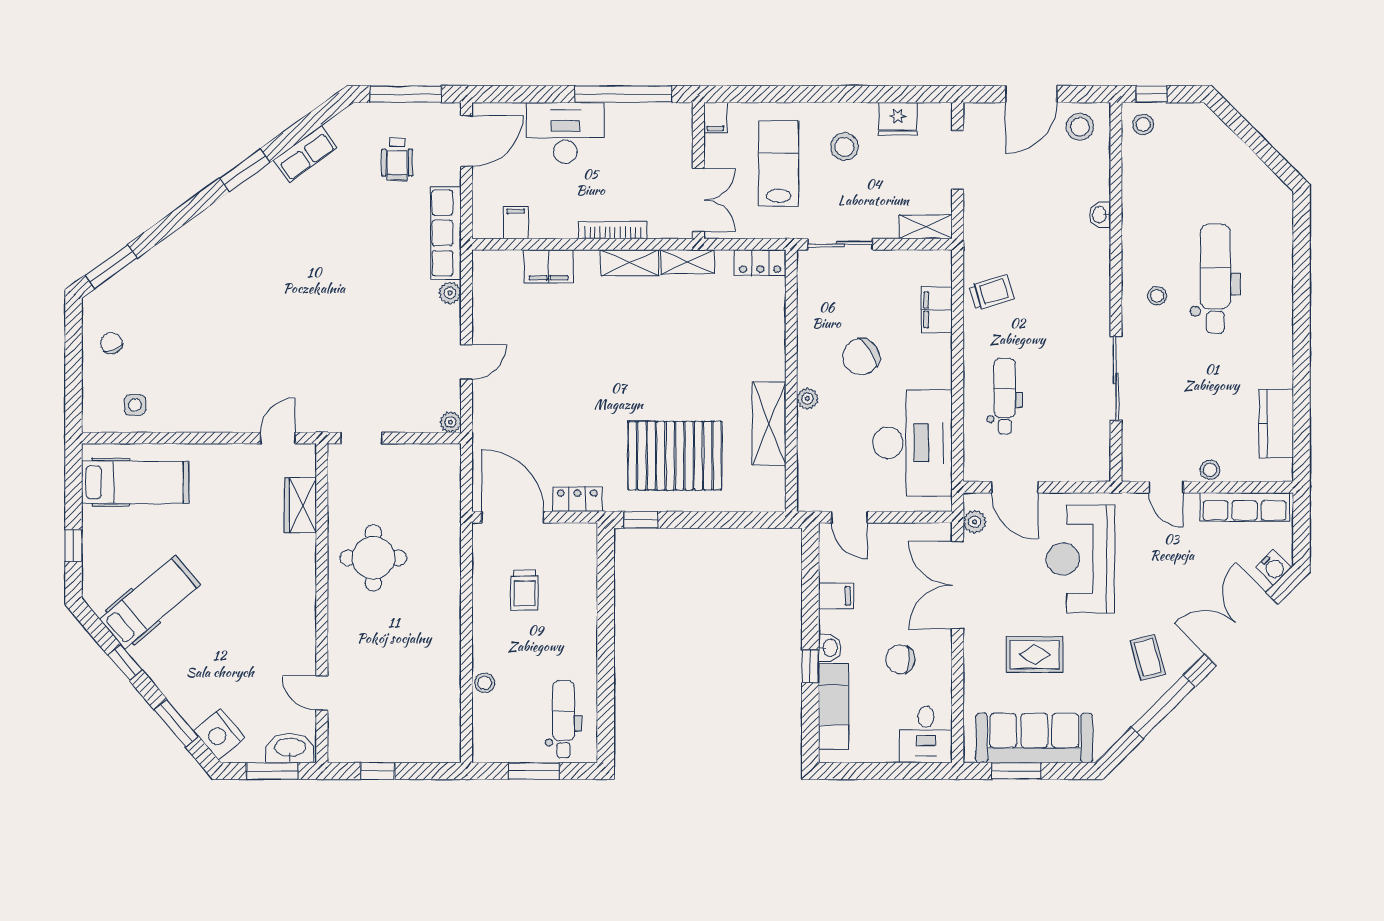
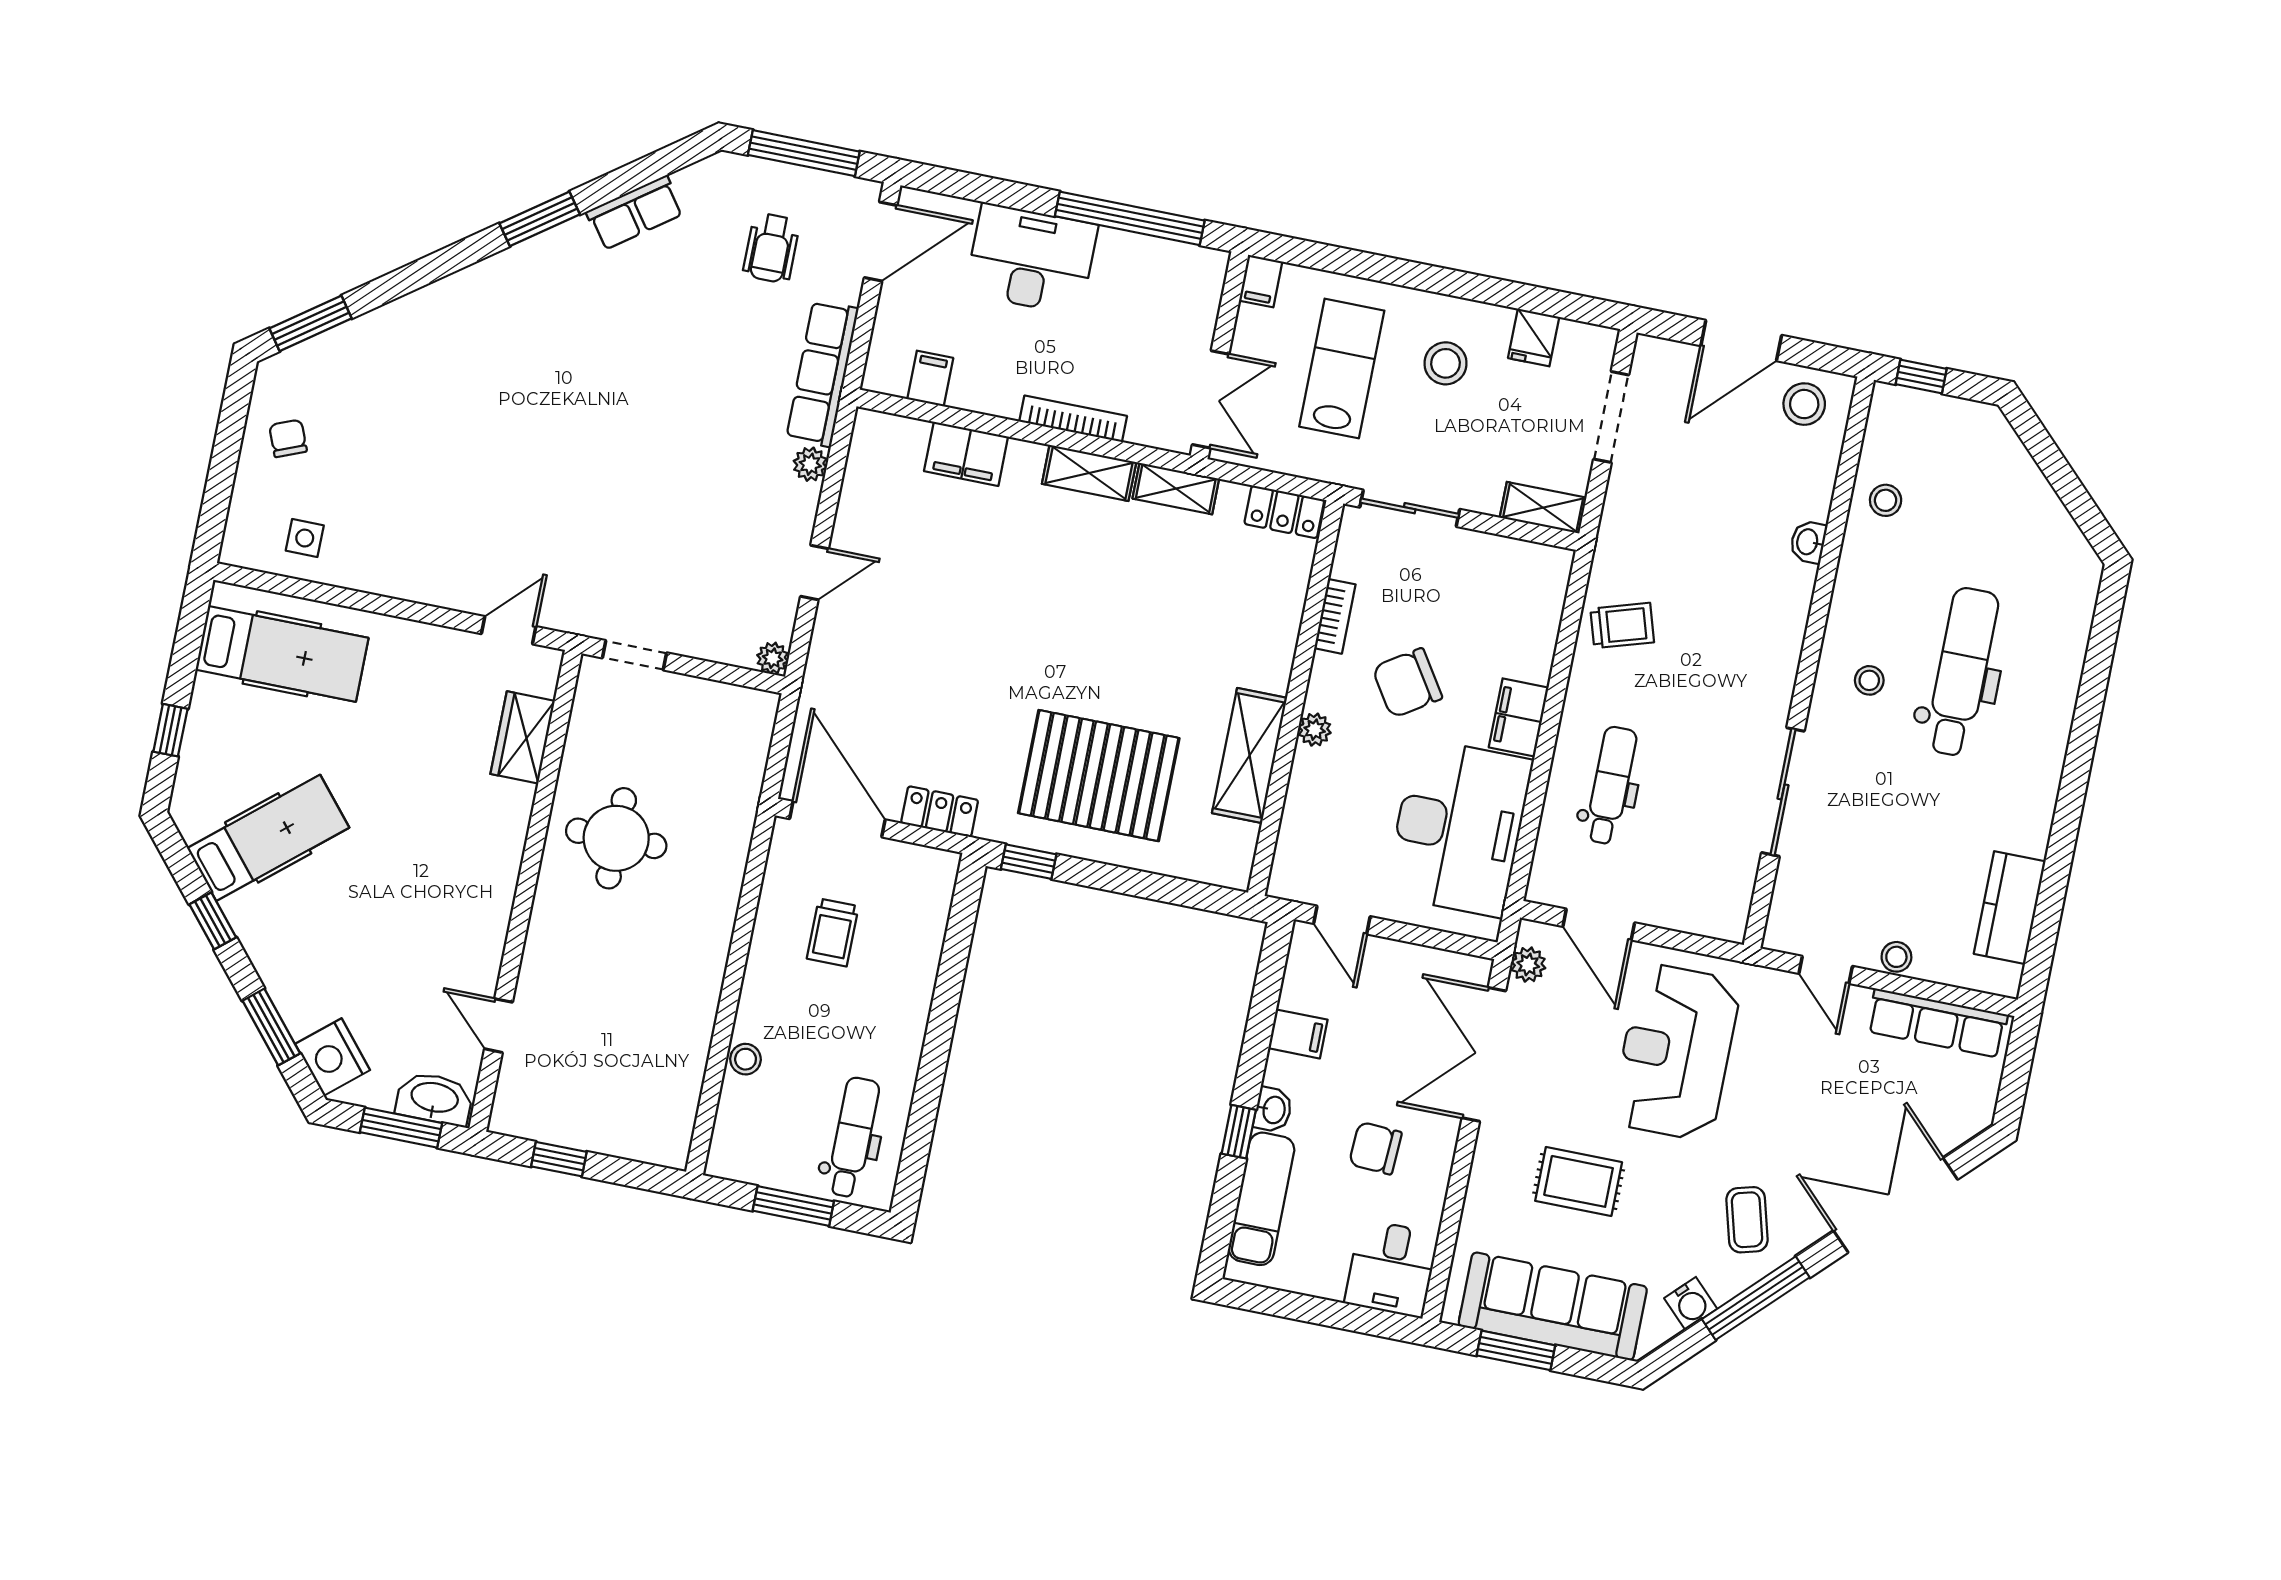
fridge: (898, 119) -> (1534, 338), width x0.72
stool: (1143, 124) -> (1886, 500), moved
filing cabinet: (937, 310) -> (1519, 717), moved
bookcase: (806, 323) -> (1335, 616), added
water cooler: (1273, 567) -> (1691, 1303), moved

